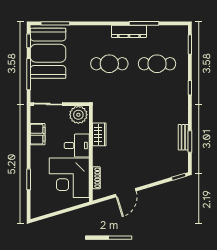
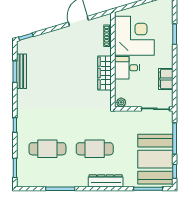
dresser: (129, 31) -> (106, 181), moved
plant: (78, 115) -> (121, 102), width x0.53, depth x0.53
wardrobe: (99, 134) -> (105, 73), width x1.50
bench: (183, 137) -> (21, 71), width x1.36

